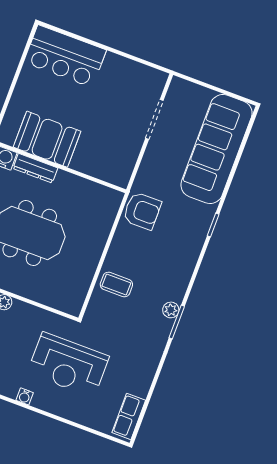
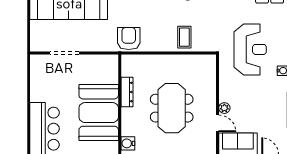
booth: (47, 139) -> (99, 113), width x1.36, depth x1.42
dresser: (35, 168) -> (127, 92), moved

